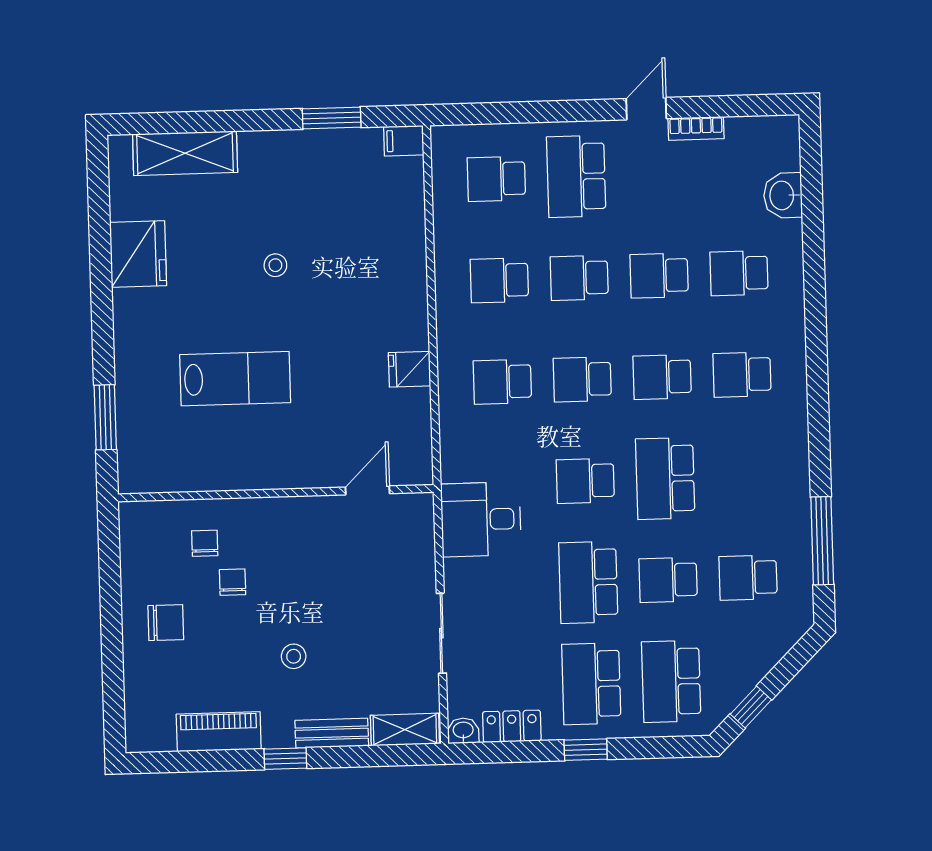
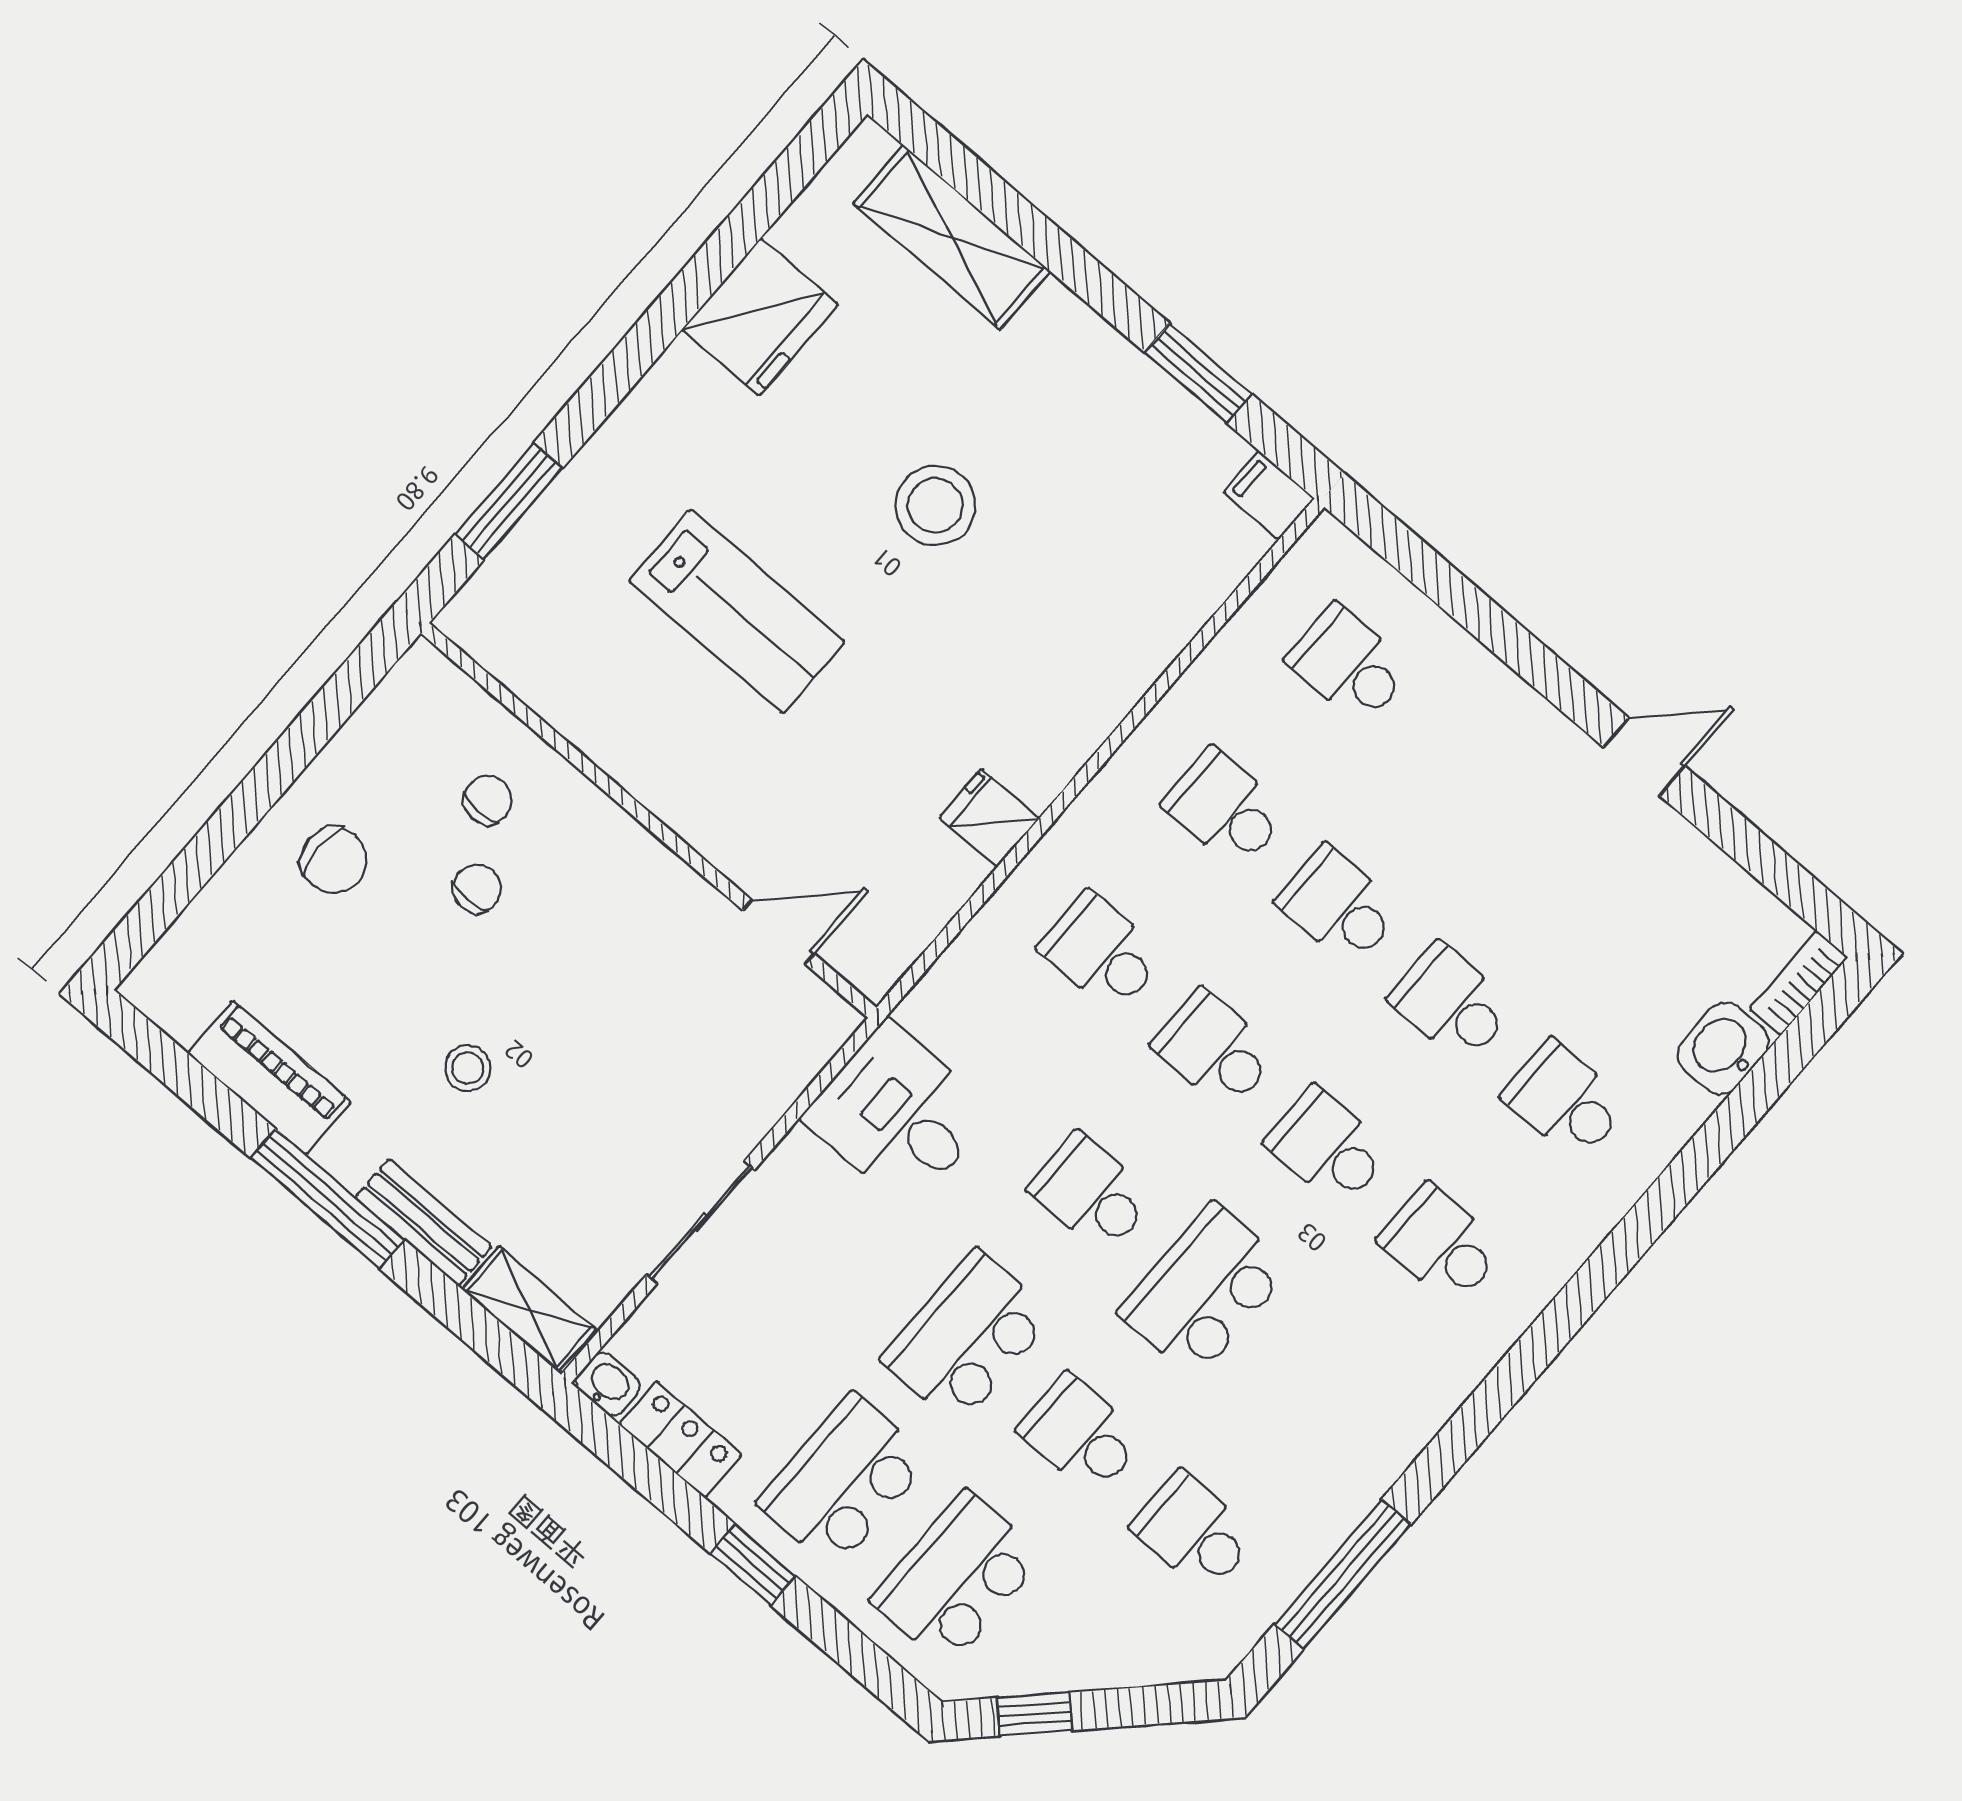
bookcase: (696, 128) -> (1799, 983), moved, turned 90
school desk: (576, 176) -> (1462, 762), removed
stool: (275, 265) -> (935, 505), width x1.89, depth x1.89
window: (285, 759) -> (327, 1199), width x2.17

